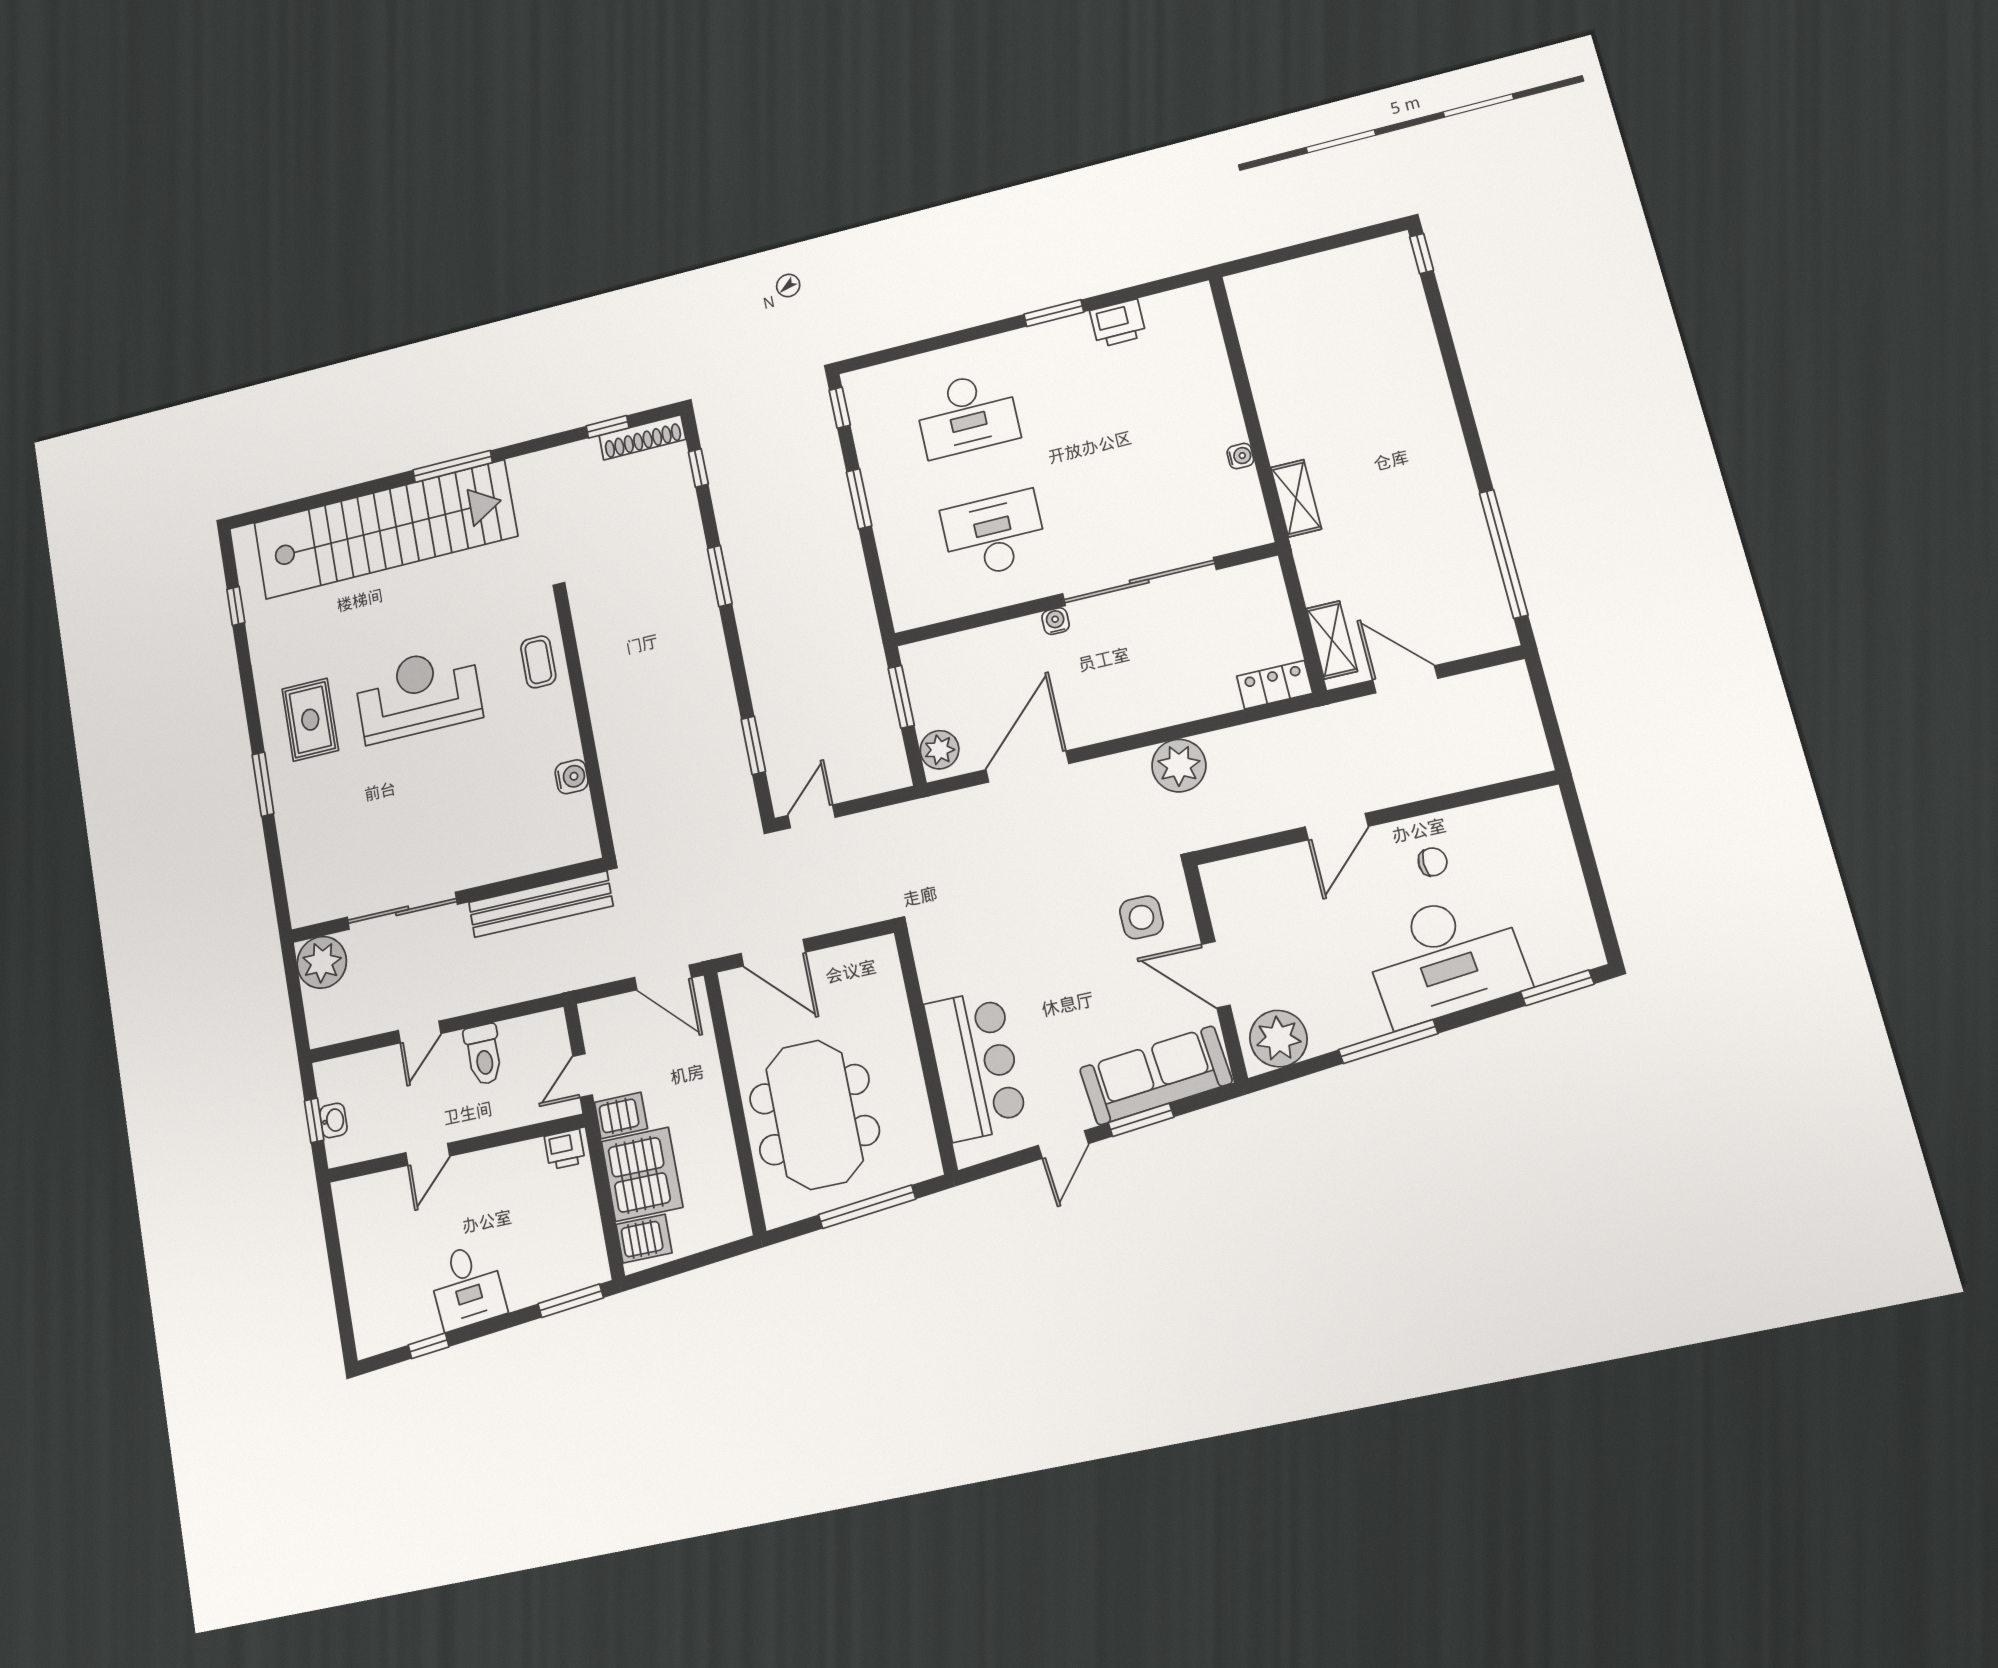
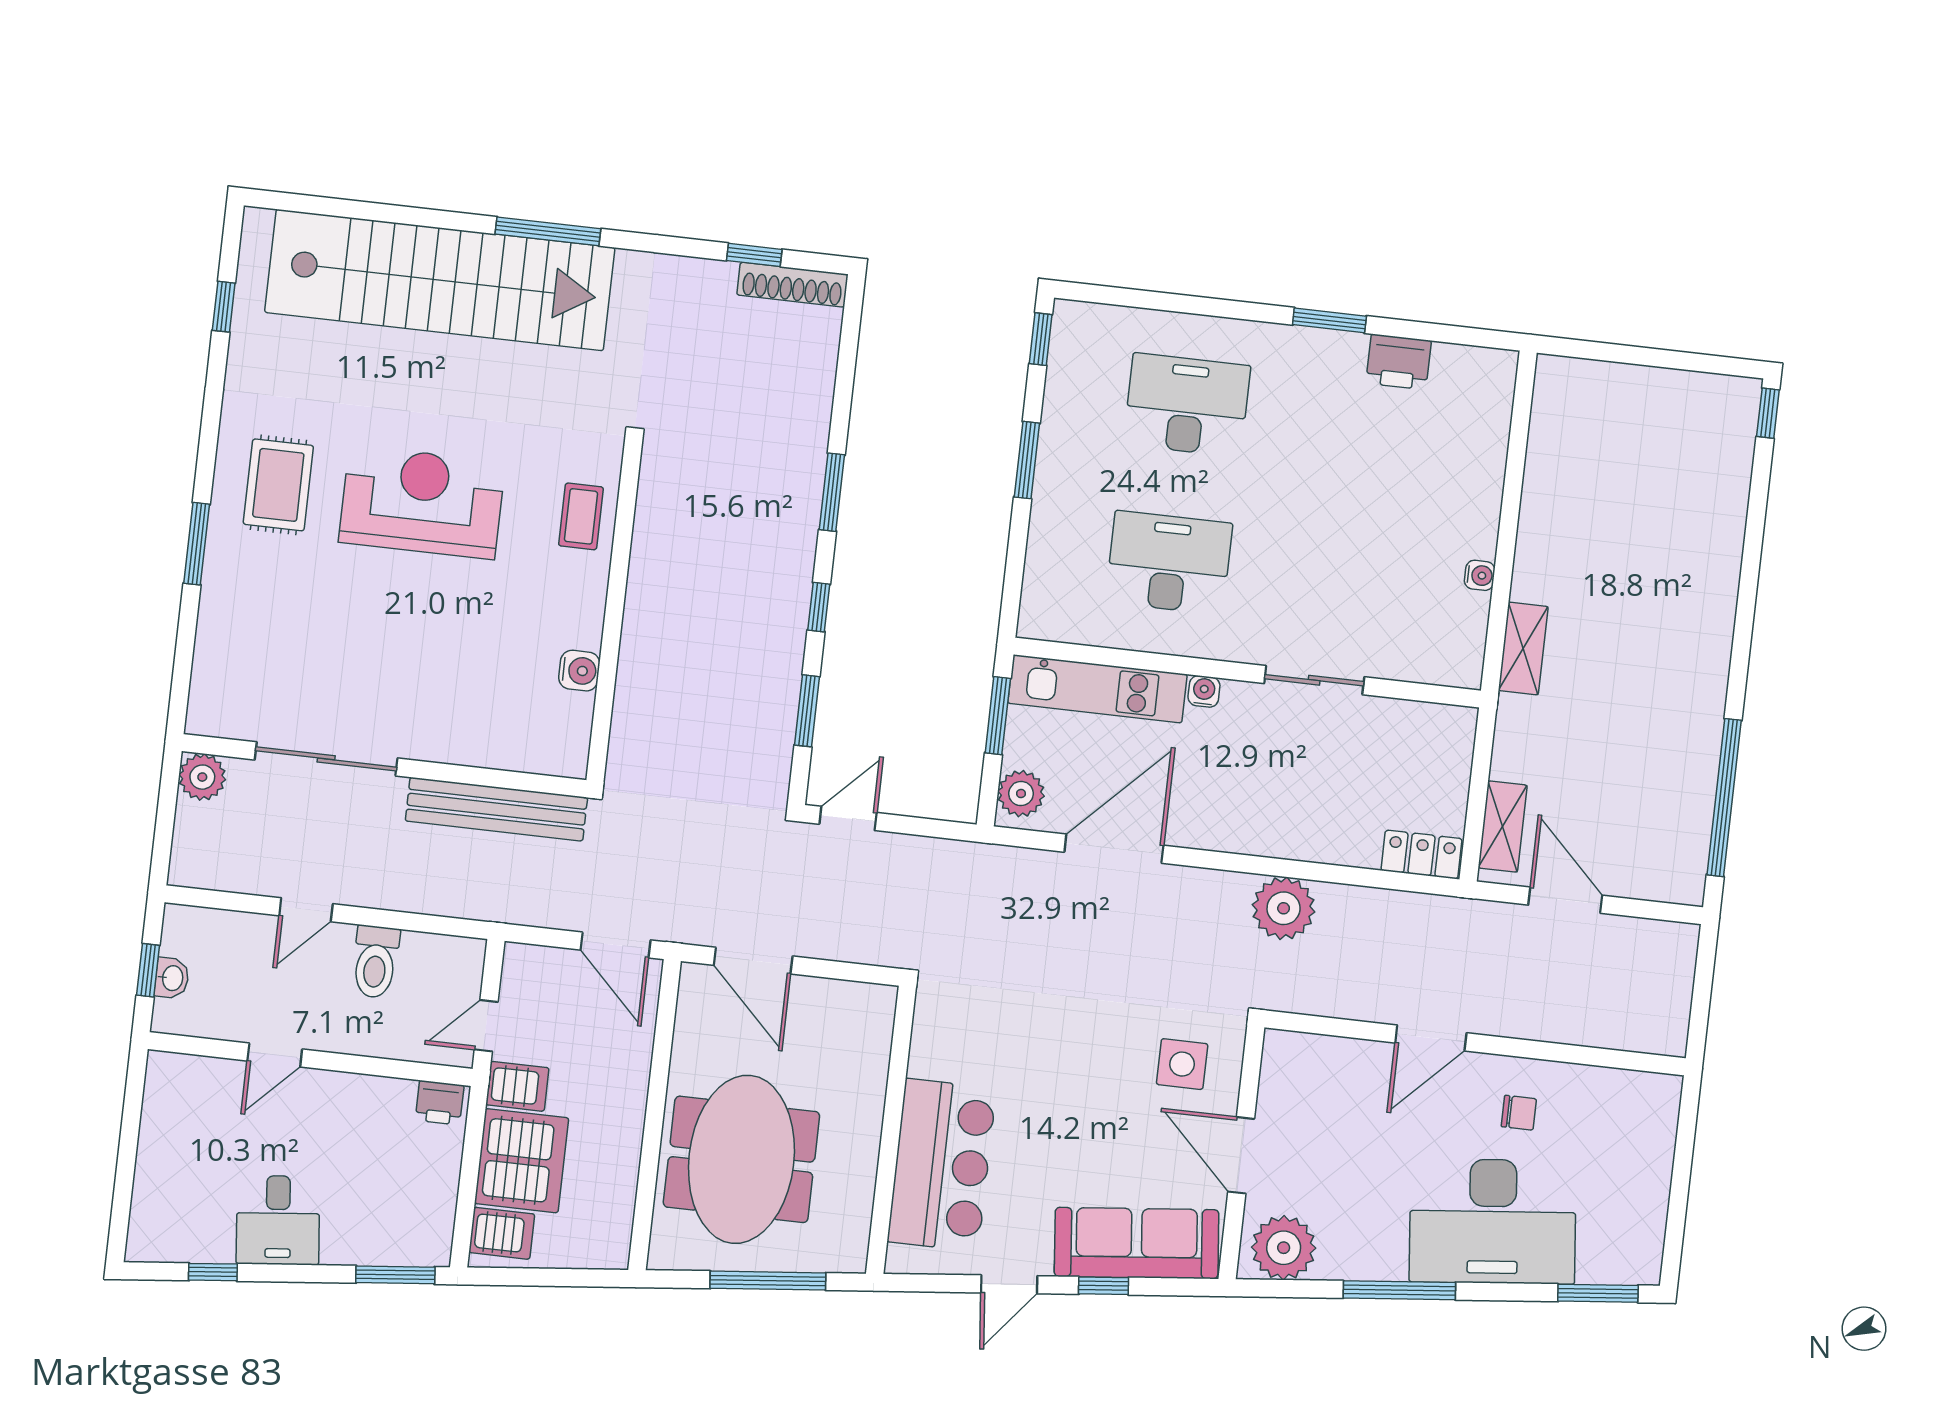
desk: (967, 414) -> (1187, 405), turned 180
window: (698, 468) -> (819, 607), moved
sliding door: (1139, 582) -> (1314, 680), width x0.54
kitchen unit: (972, 649) -> (1097, 689), added
plant: (322, 962) -> (202, 777), width x0.73, depth x0.73
window: (1141, 1120) -> (1104, 1286), width x0.67

